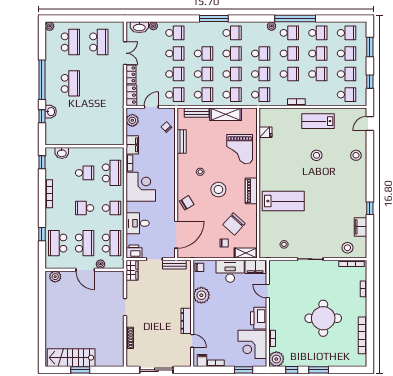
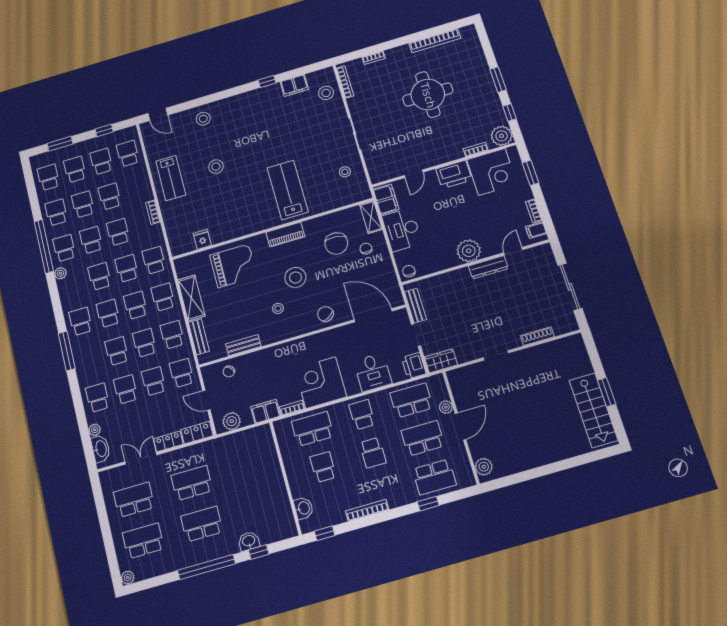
school desk: (99, 83) -> (192, 483), added
chair: (234, 224) -> (336, 243), turned 53
plant: (201, 295) -> (469, 251), moved

